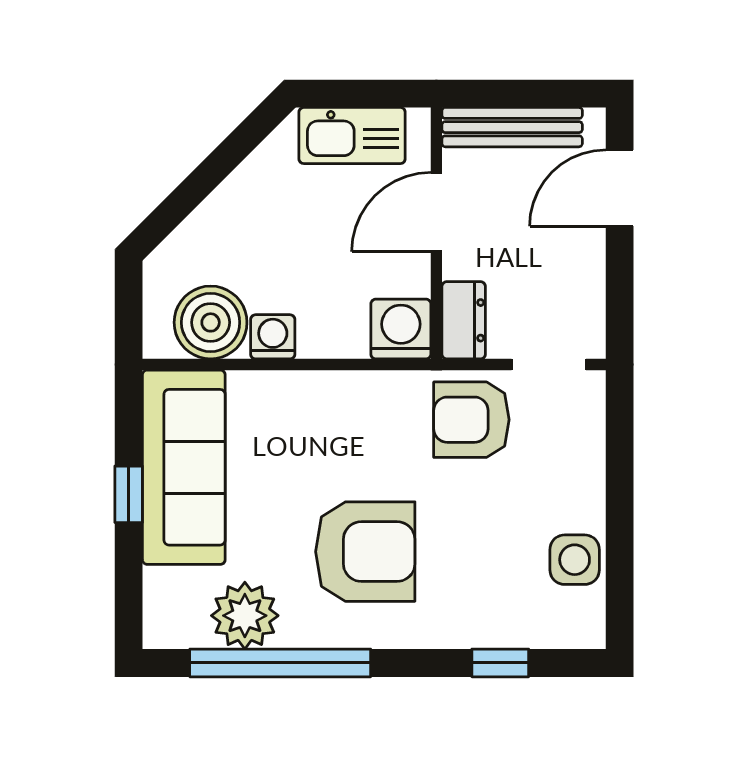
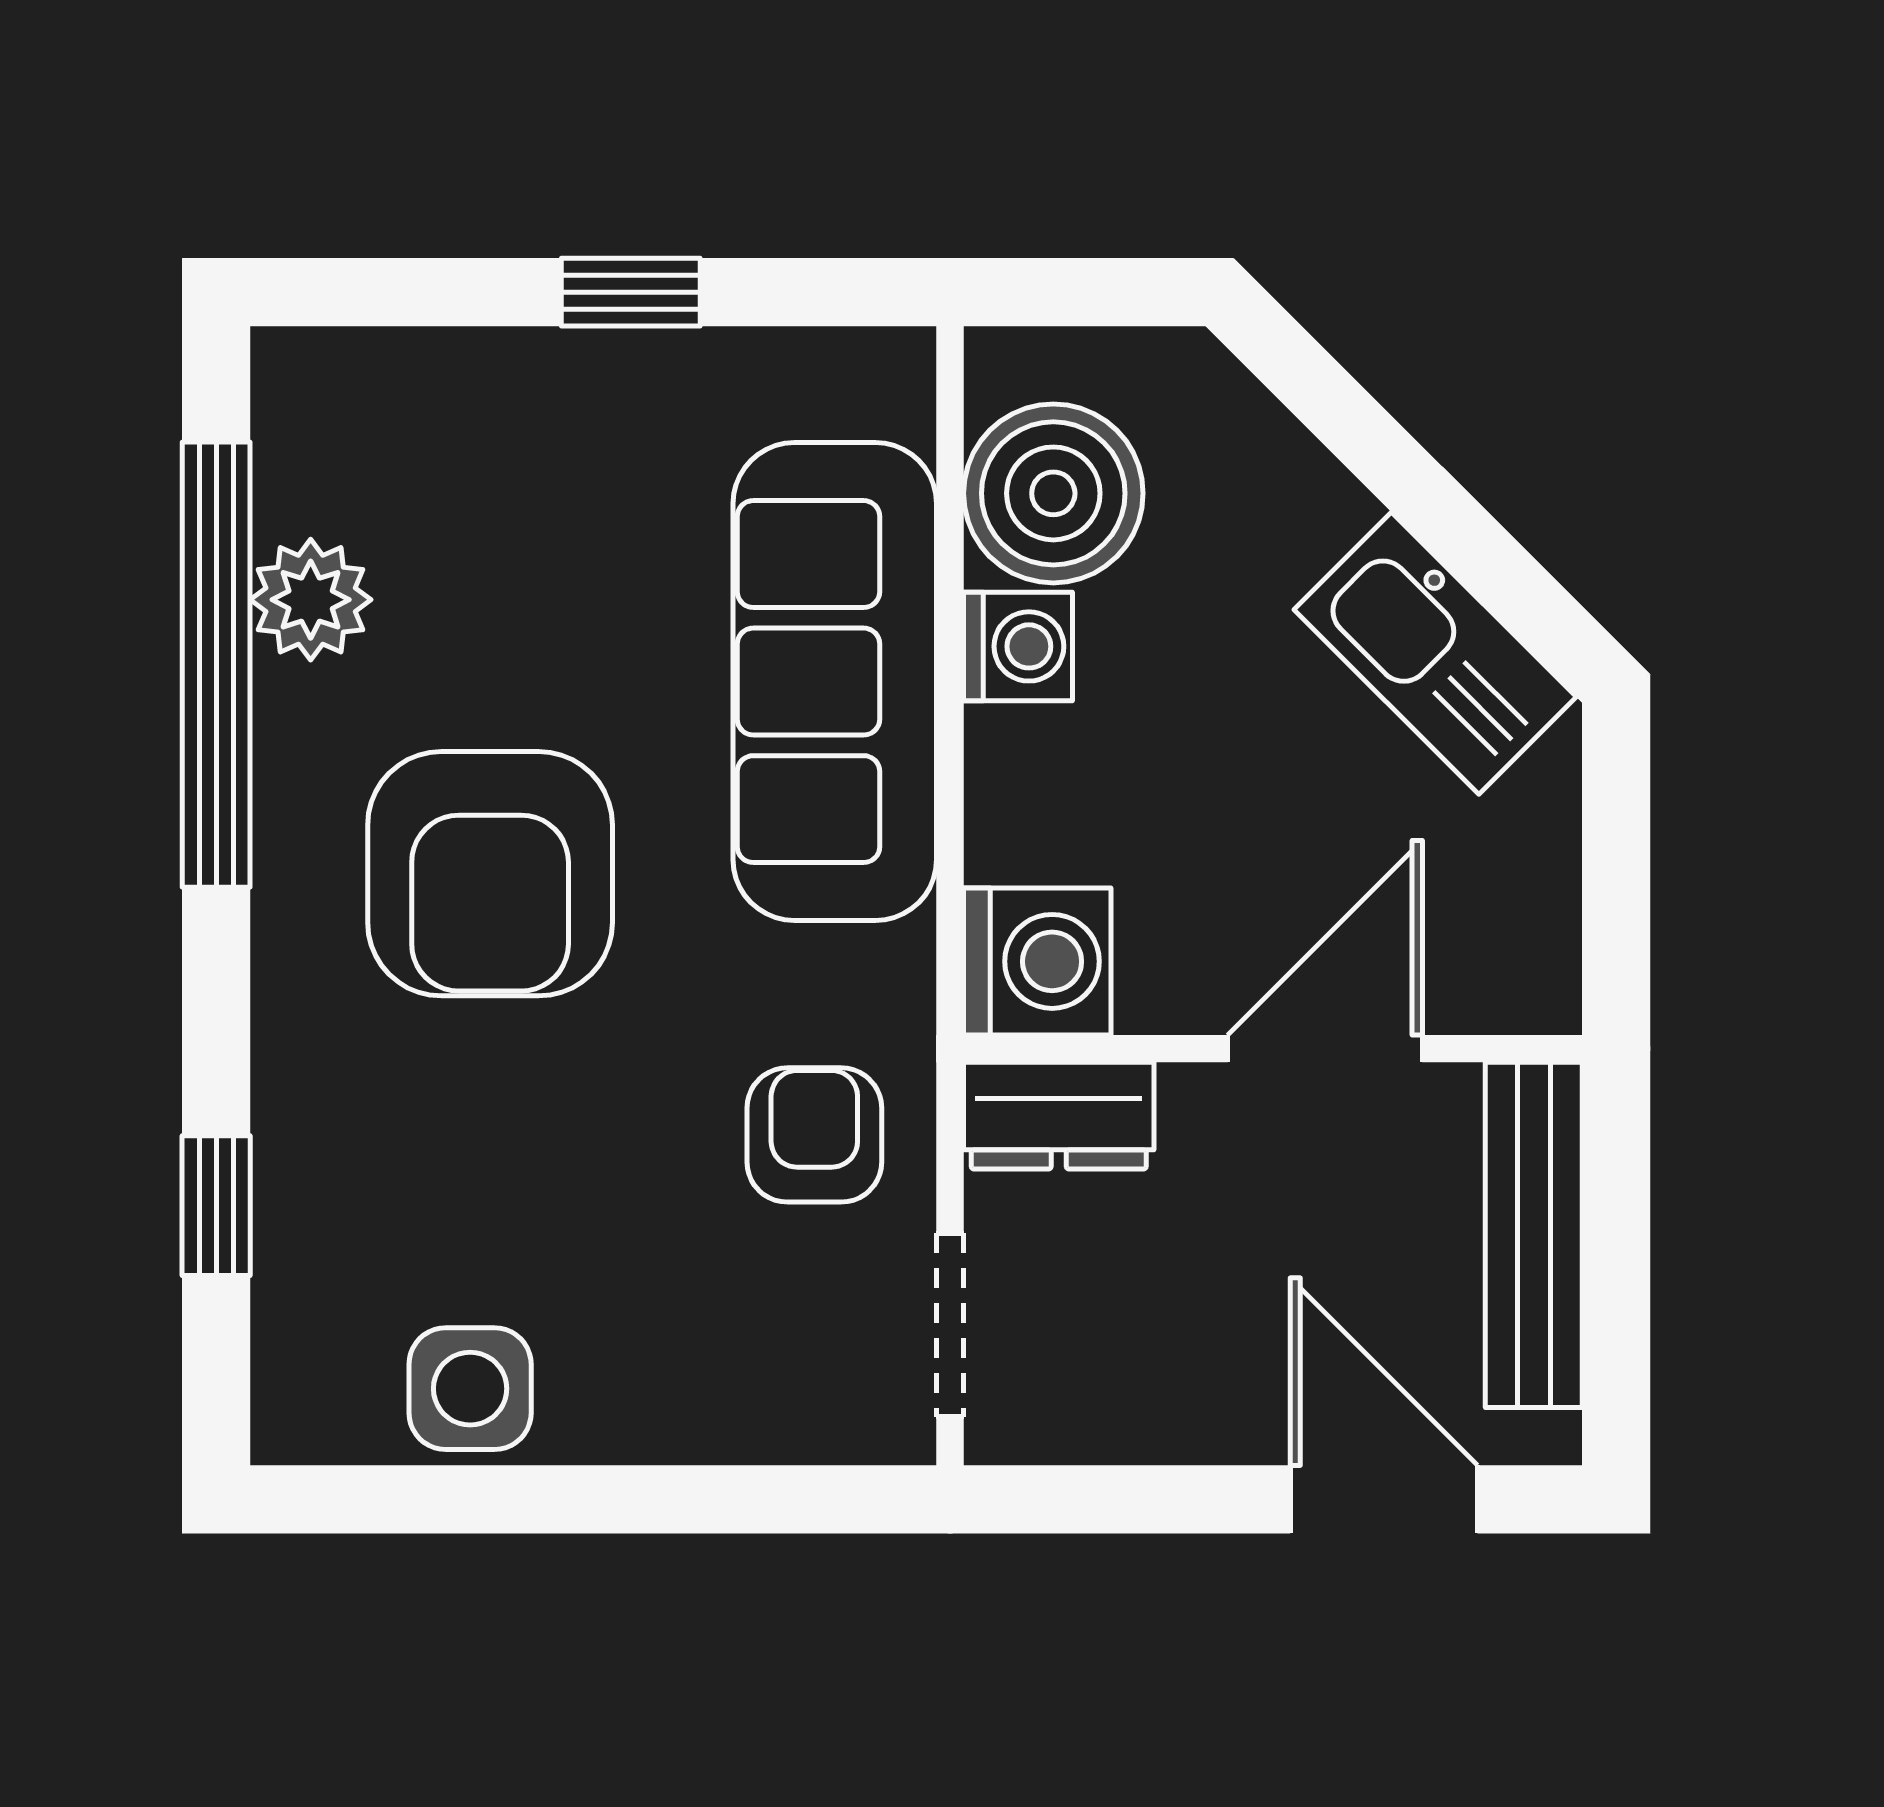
kitchen sink: (352, 136) -> (1435, 653), moved, turned -45
door: (436, 212) -> (1325, 1049), hinge flipped
armchair: (471, 420) -> (814, 1135), width x0.72, depth x0.72
sofa: (184, 467) -> (835, 682), moved, turned 90
plant: (245, 616) -> (311, 600), width x0.73, depth x0.73

